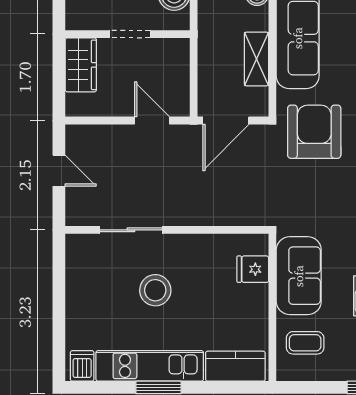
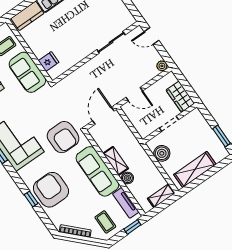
shelving: (256, 59) -> (116, 161), moved
plant: (76, 135) -> (162, 66), added
door: (59, 171) -> (152, 36), moved
stool: (155, 290) -> (83, 24), removed

